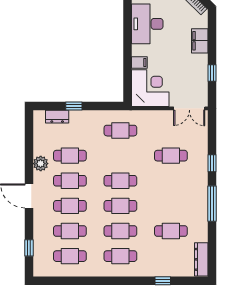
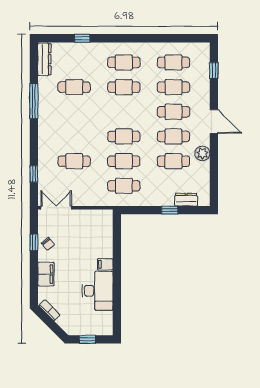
filing cabinet: (139, 63) -> (105, 264), moved
chair: (198, 72) -> (48, 244), added
corner desk: (150, 88) -> (95, 228), removed
window: (212, 163) -> (34, 174), moved
window: (212, 204) -> (34, 101), moved
cafe table: (120, 206) -> (124, 161), moved

